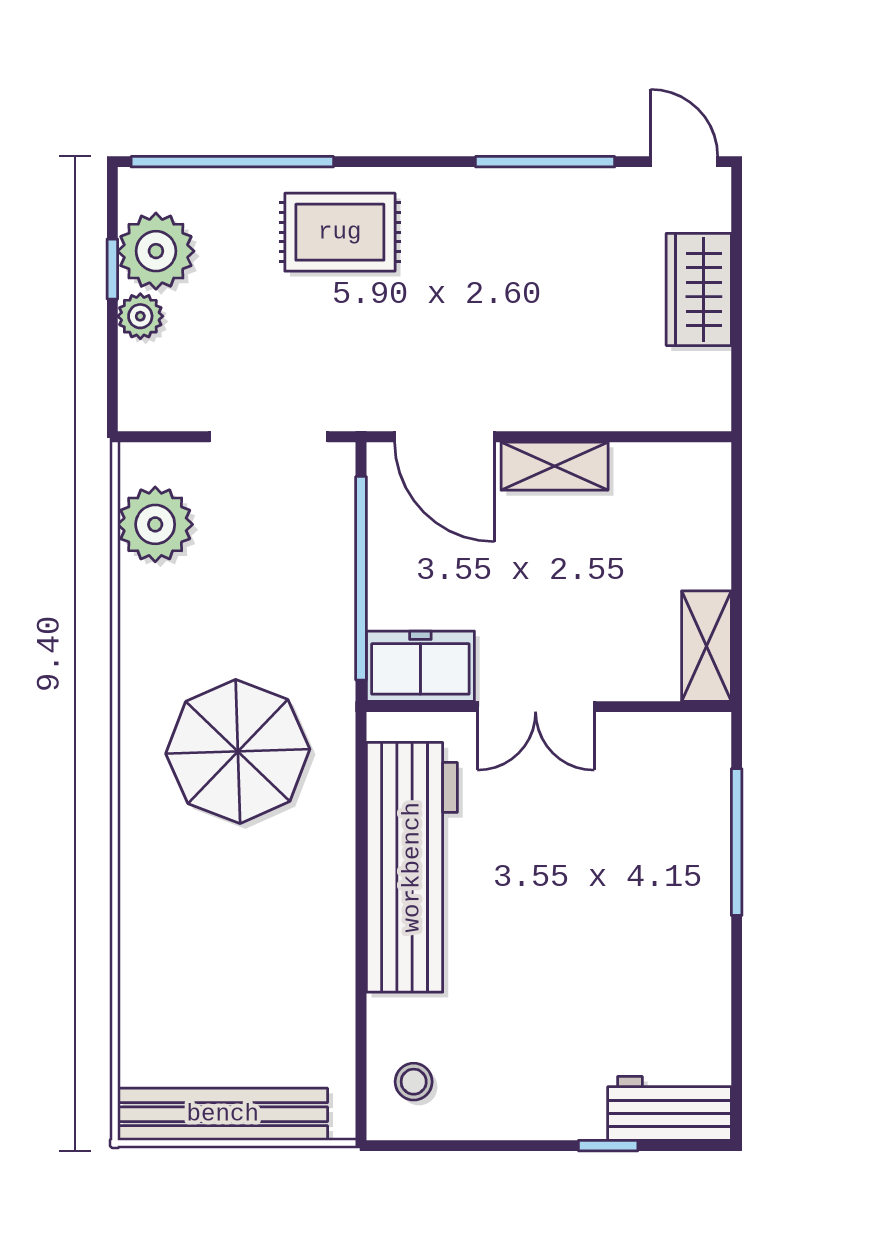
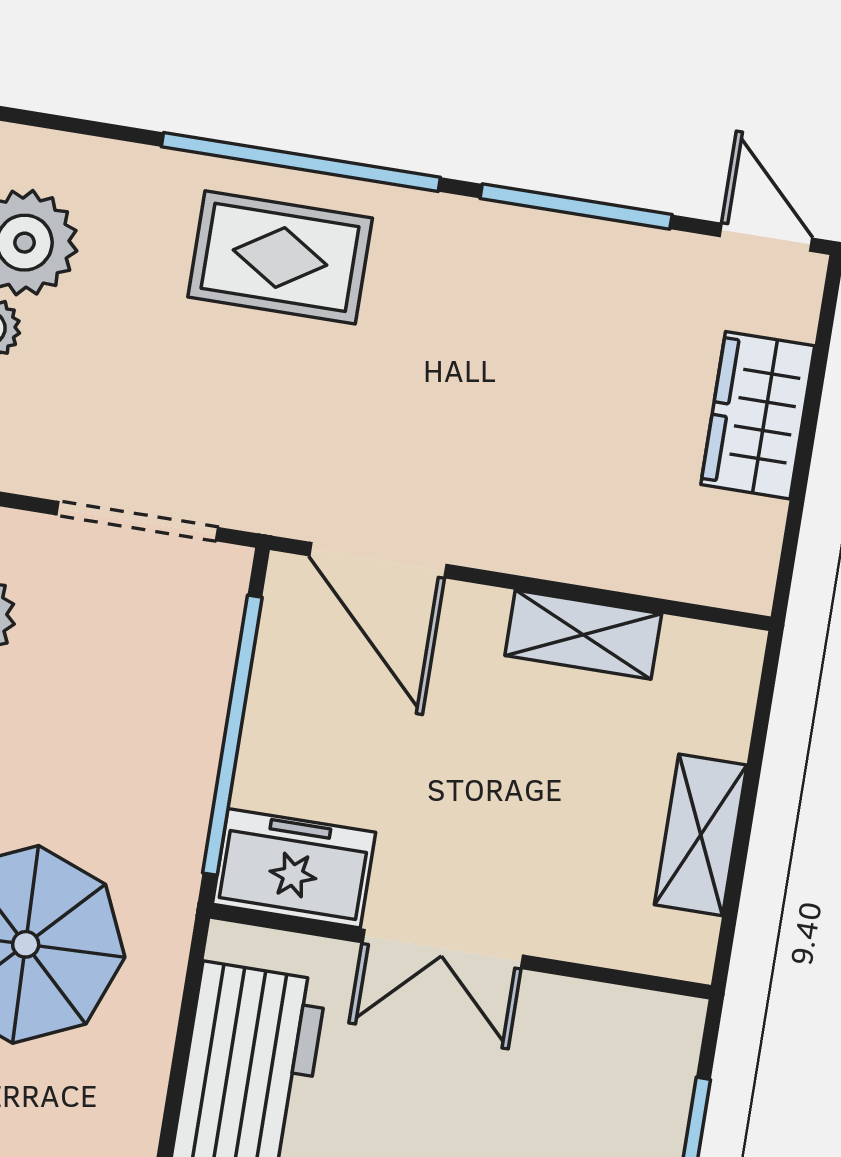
window: (232, 162) -> (301, 162), moved
shelving: (555, 466) -> (583, 635), moved
shelving: (706, 646) -> (701, 835), moved

